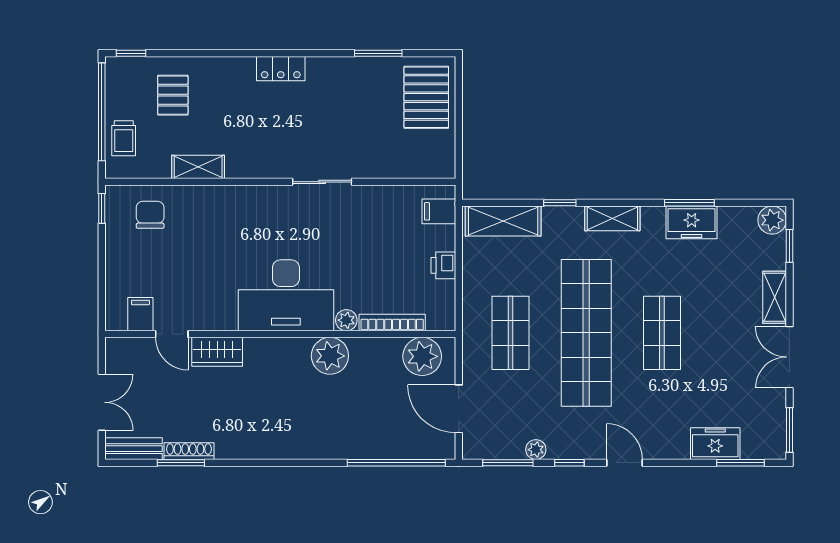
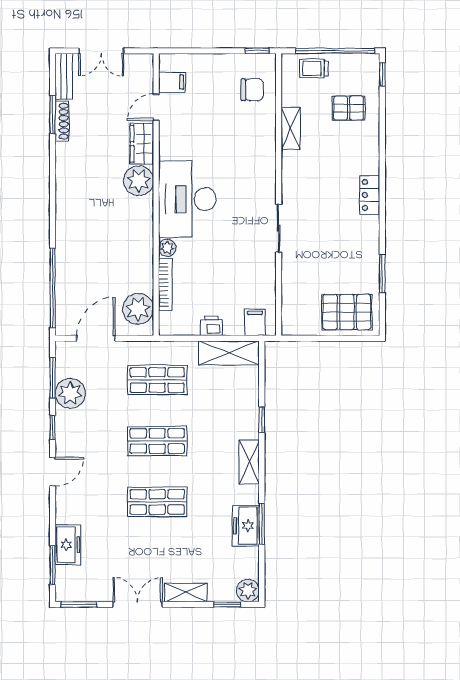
shelving: (503, 221) -> (229, 353), moved, turned 90
shop shelf: (586, 333) -> (157, 441), width x0.50, depth x0.74
plant: (330, 356) -> (139, 181), moved
plant: (536, 450) -> (70, 393), width x1.88, depth x1.88

